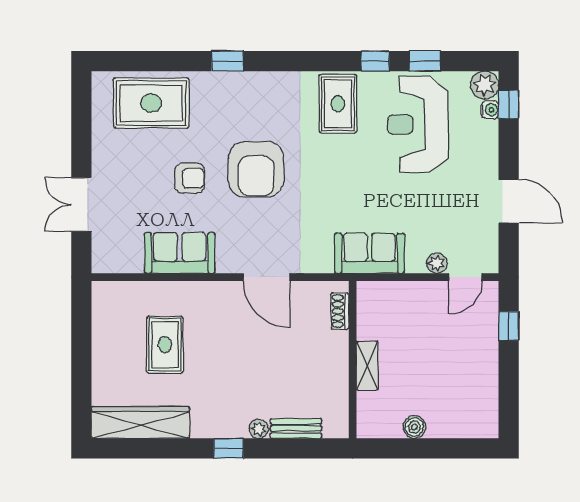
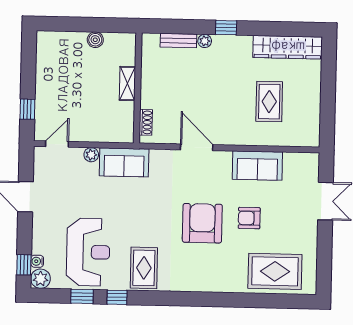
window: (227, 61) -> (221, 300), removed
plant: (437, 263) -> (91, 155), moved

